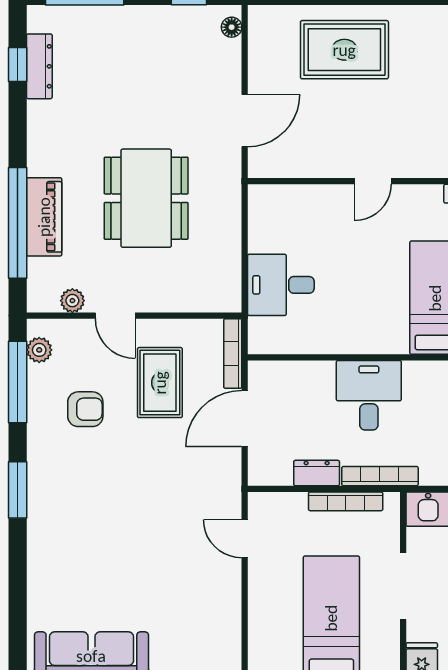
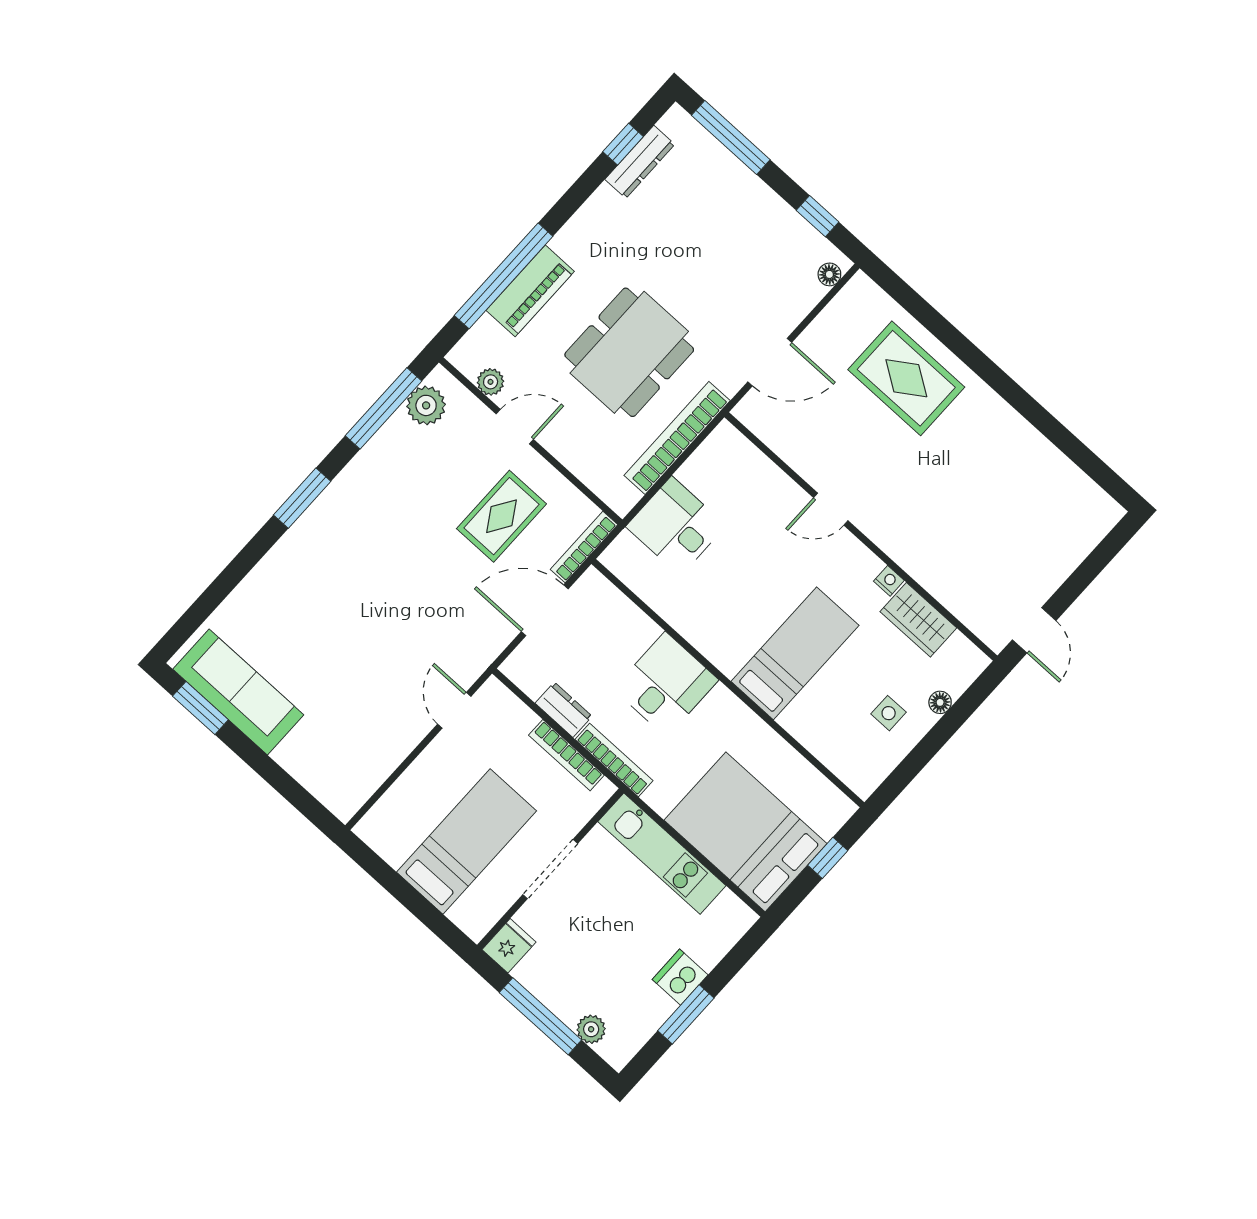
bookcase: (229, 226) -> (677, 438), added
door: (115, 316) -> (515, 427), swing flipped
plant: (39, 350) -> (426, 405), width x1.38, depth x1.38
armchair: (85, 409) -> (419, 482), removed

